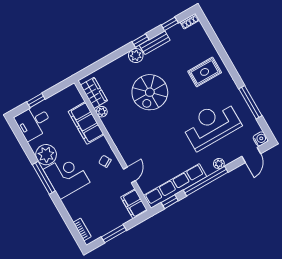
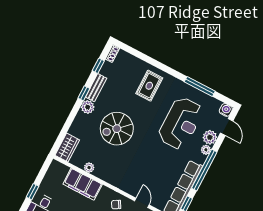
spiral stairs: (150, 92) -> (117, 129), turned 90
wardrobe: (94, 93) -> (67, 148), moved, turned 90
reception desk: (211, 125) -> (181, 123), turned 180
plant: (230, 155) -> (210, 137), added

